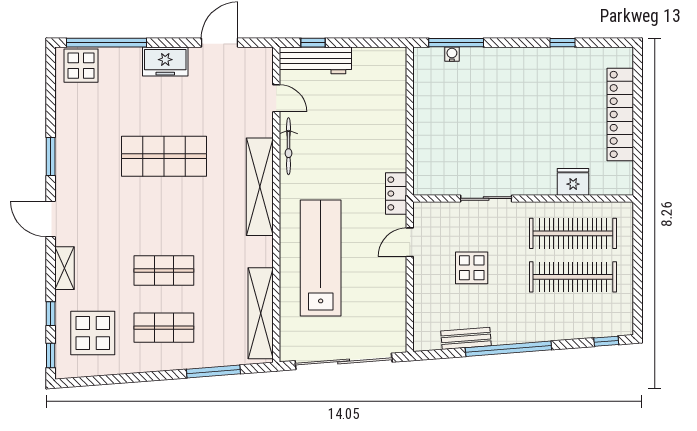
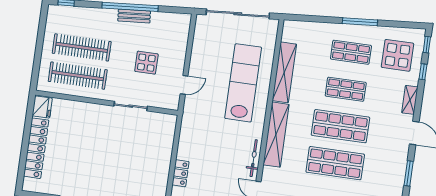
fridge: (573, 182) -> (42, 107), moved, turned -90
locker: (396, 194) -> (181, 173), moved
shop shelf: (164, 213) -> (340, 126), added
lab bench: (321, 258) -> (243, 83), turned 180
shelving: (261, 313) -> (284, 72), moved
bench: (466, 338) -> (134, 16), moved
window: (213, 371) -> (360, 22), moved

